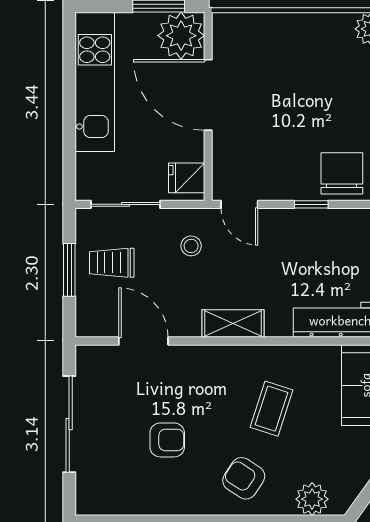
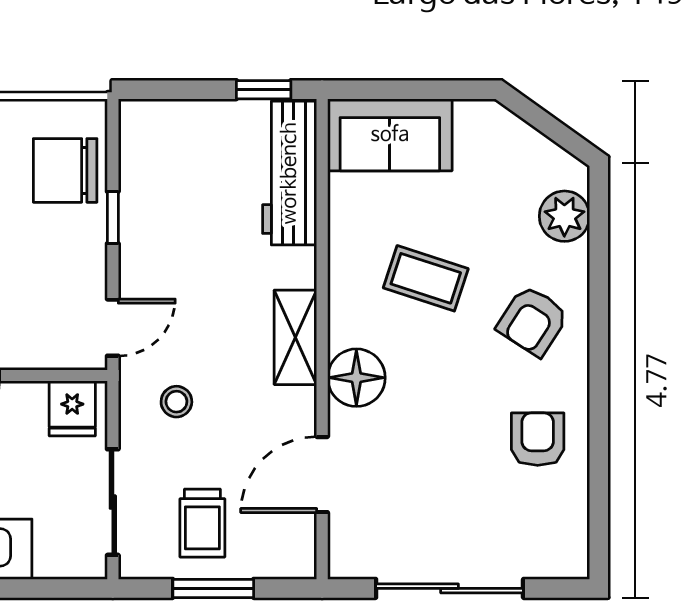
floor lamp: (207, 363) -> (356, 378), added
armchair: (167, 440) -> (538, 439), moved

